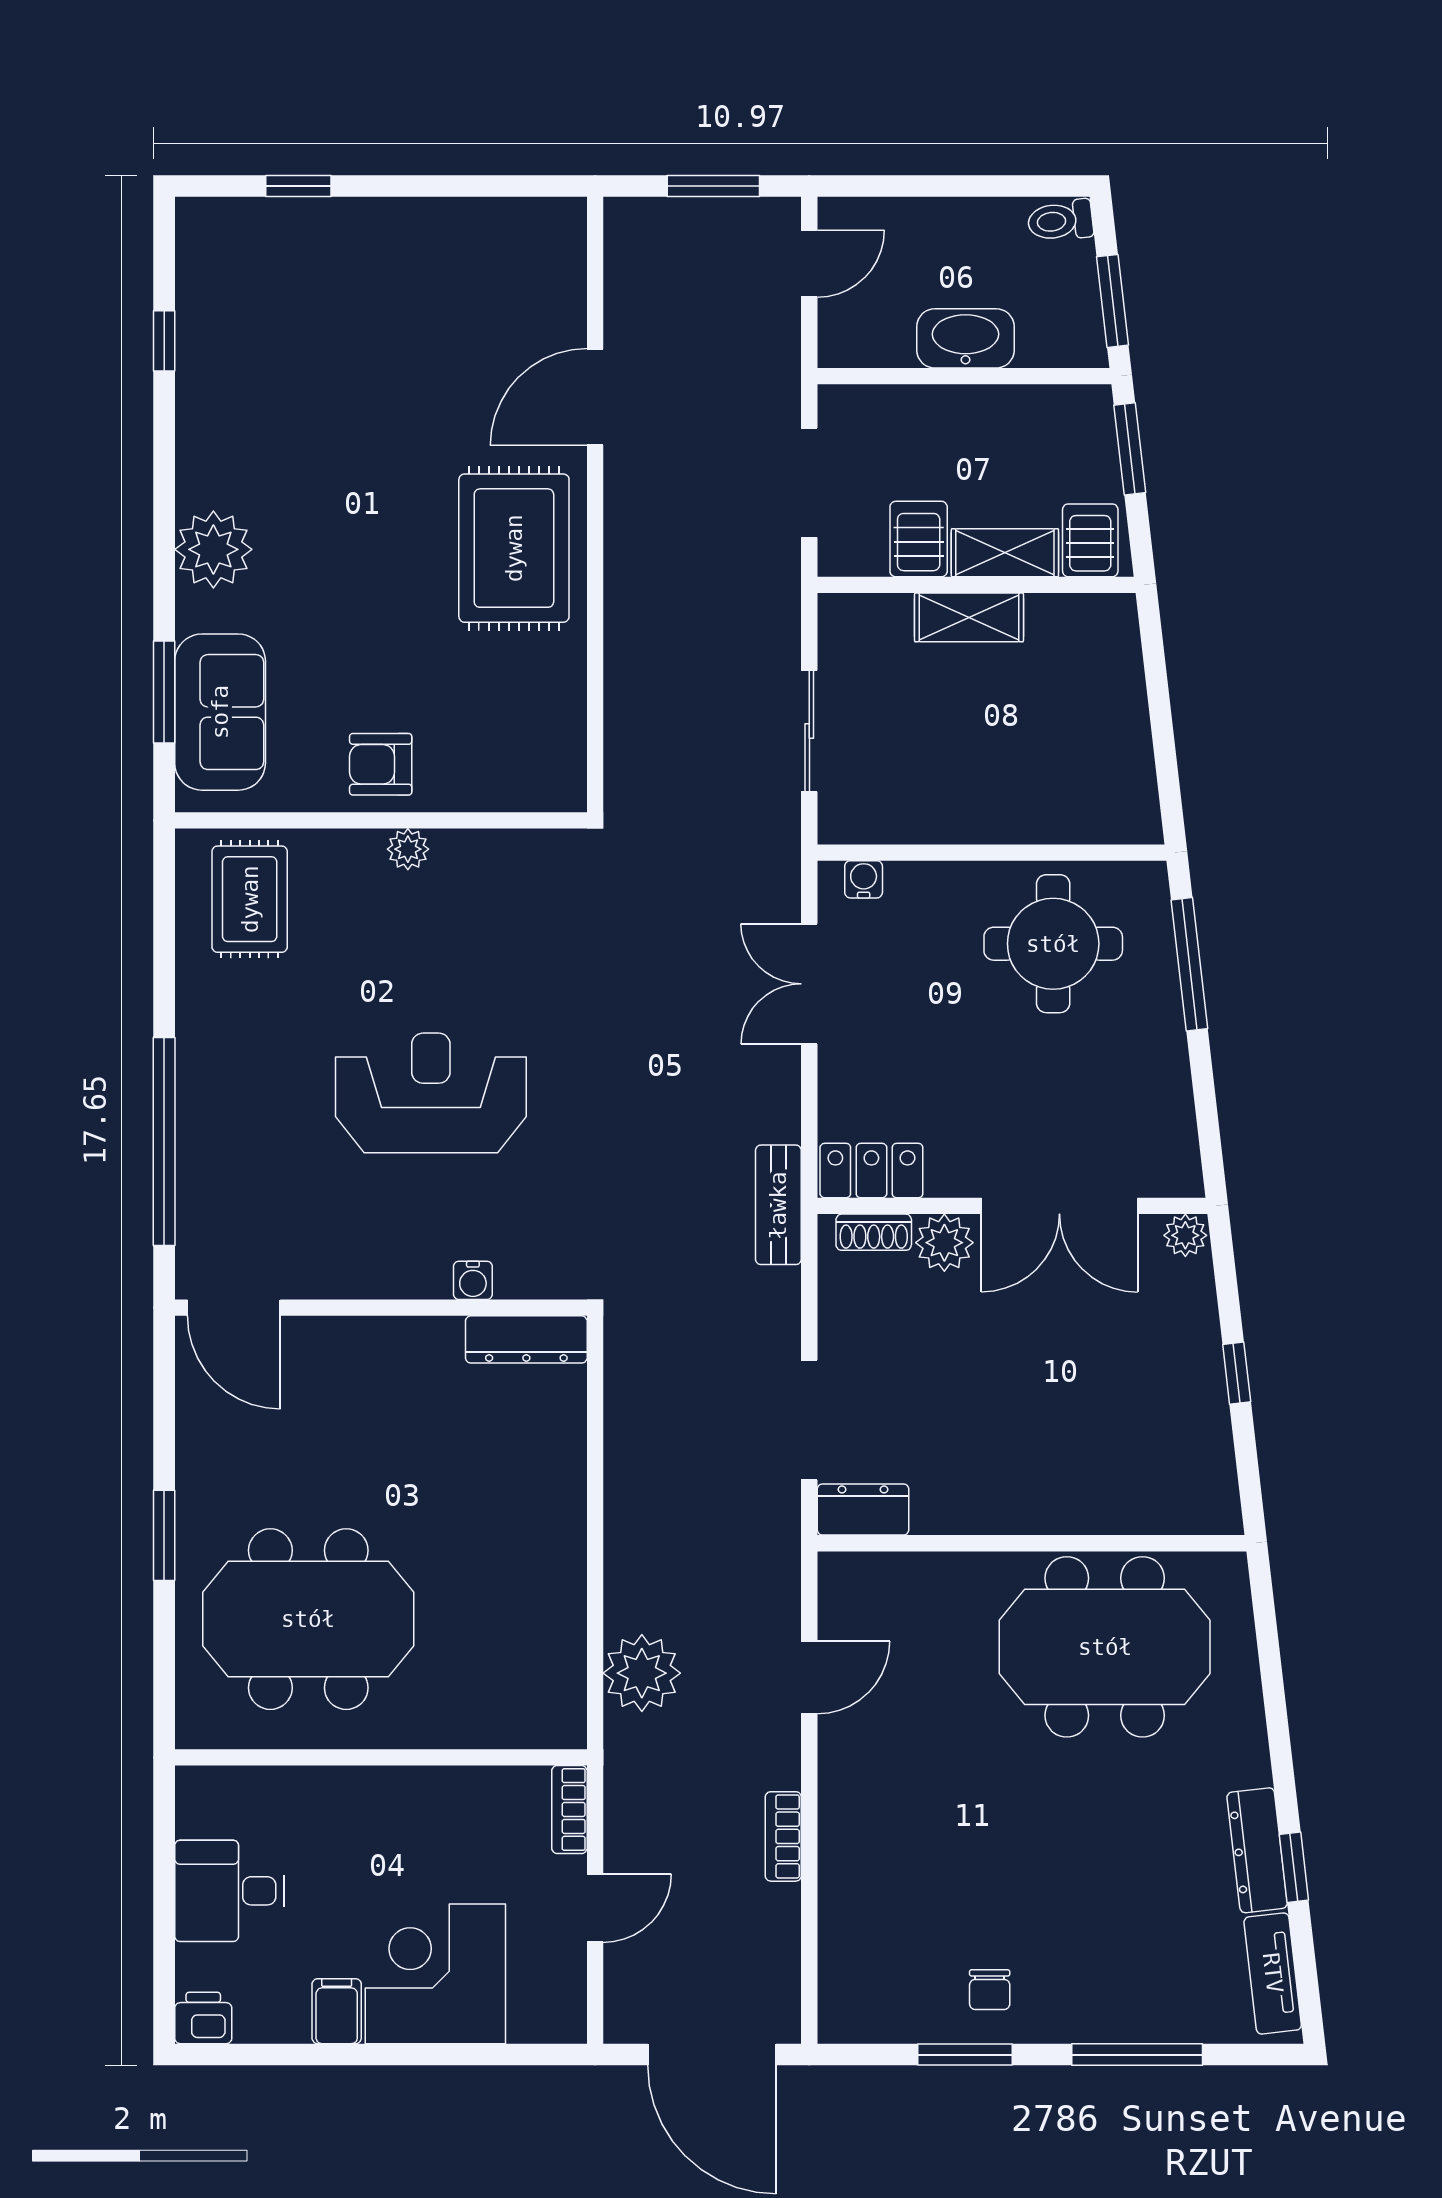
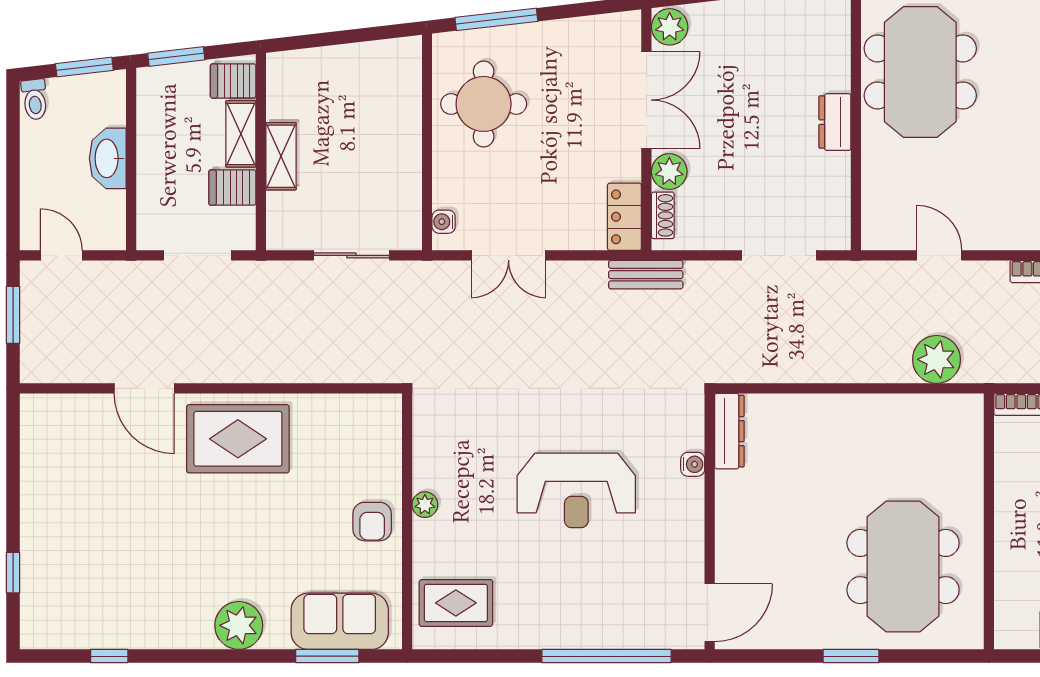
reception desk: (431, 1093) -> (576, 490), turned -90
plant: (1185, 1235) -> (670, 27), width x1.38, depth x1.38
dresser: (863, 1509) -> (835, 122), moved

